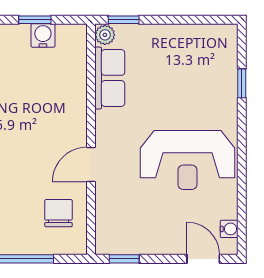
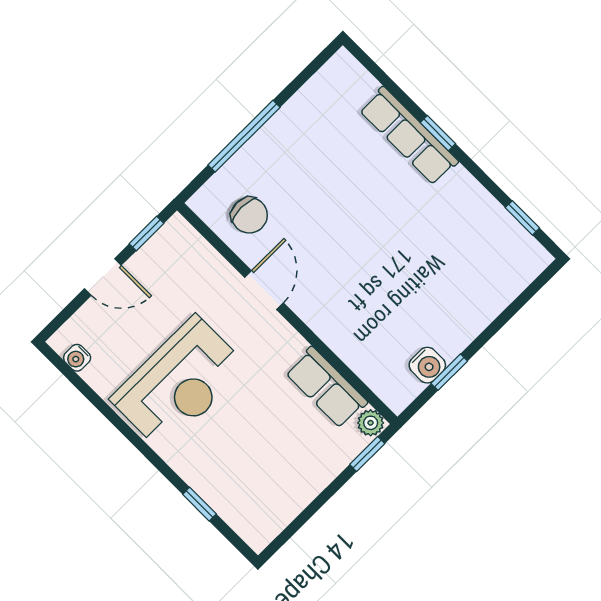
reception desk: (187, 160) -> (179, 383), turned 180
door: (203, 259) -> (103, 277), moved

